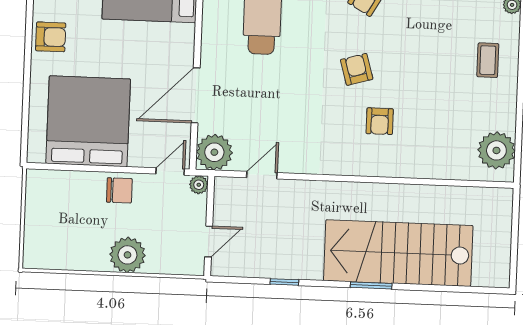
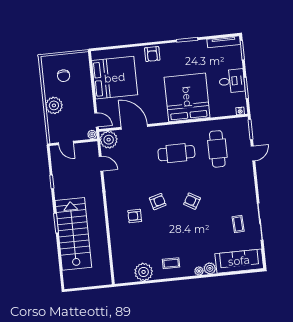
plant: (496, 150) -> (144, 272), moved
chair: (119, 190) -> (64, 76), moved

